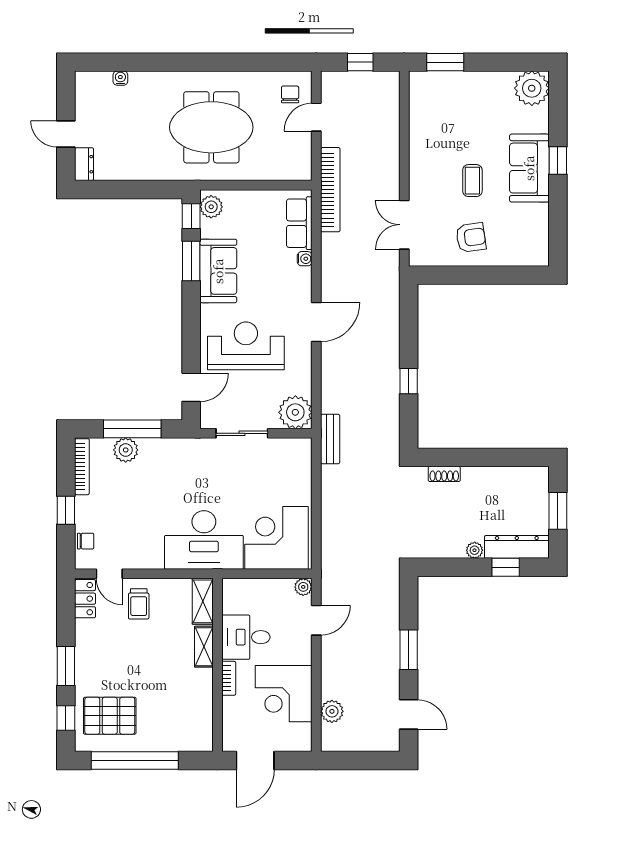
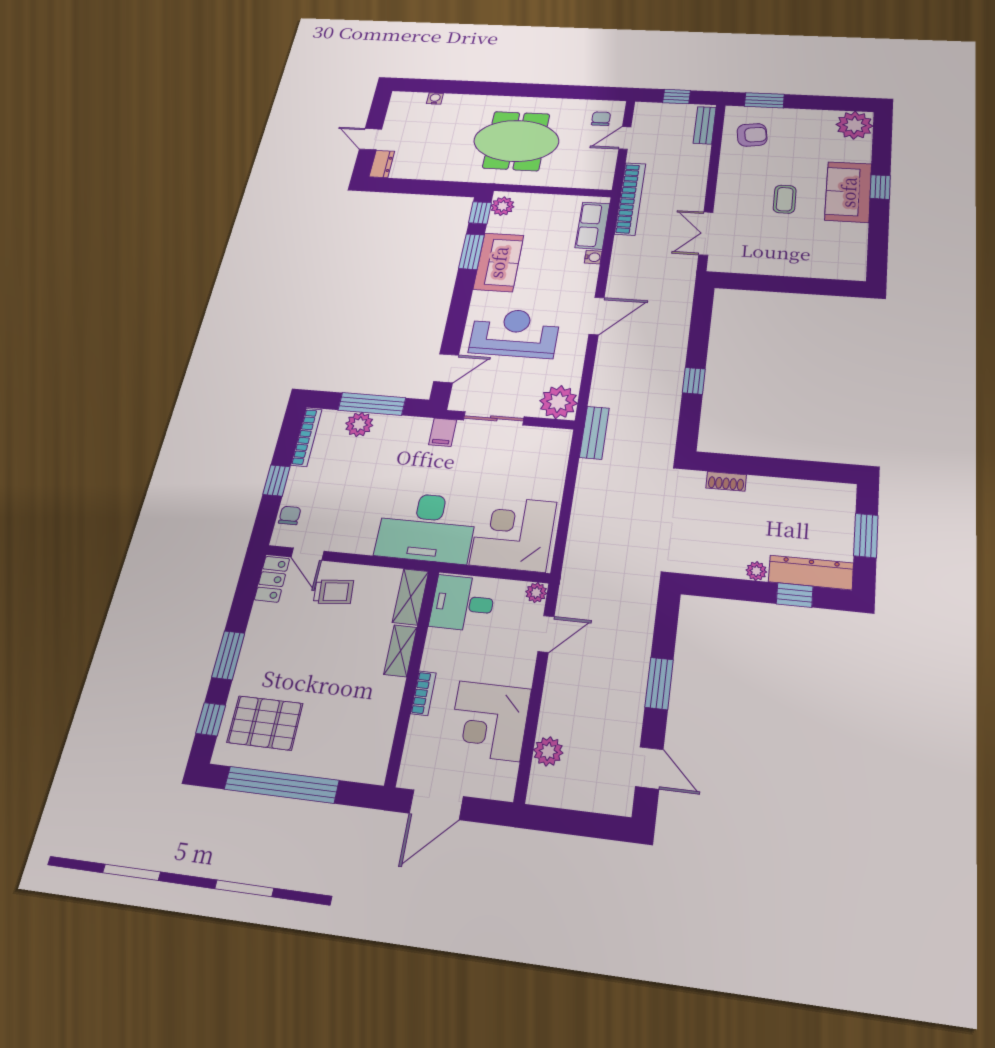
bench: (391, 97) -> (705, 125), added
armchair: (471, 238) -> (752, 135), moved
filing cabinet: (200, 451) -> (443, 432), added
chair: (86, 541) -> (290, 515), turned -90
trolley: (139, 604) -> (333, 592), turned -95
desk: (246, 637) -> (463, 603), moved

